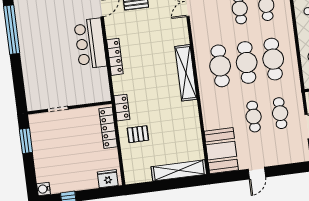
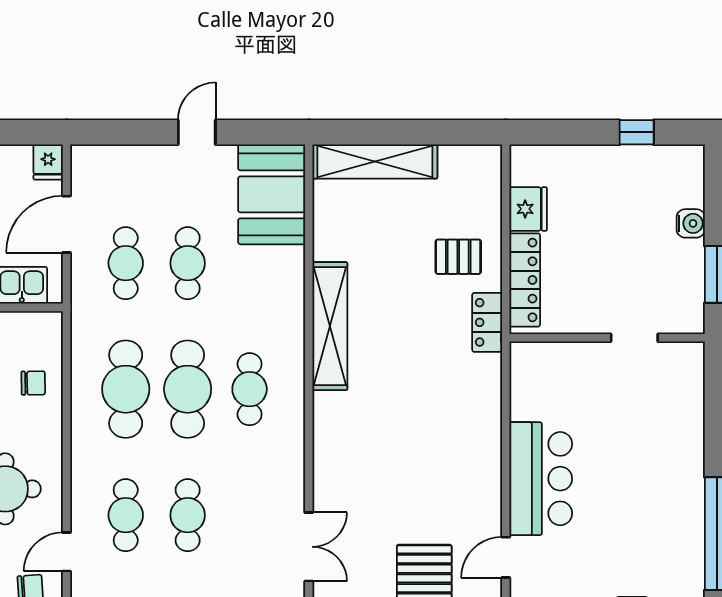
locker: (115, 57) -> (488, 441), removed
cafe table: (220, 66) -> (250, 389), width x0.73, depth x0.74
shelving: (186, 73) -> (330, 326), moved
fridge: (108, 179) -> (528, 209), moved, turned -90
water cooler: (44, 189) -> (691, 223), moved

